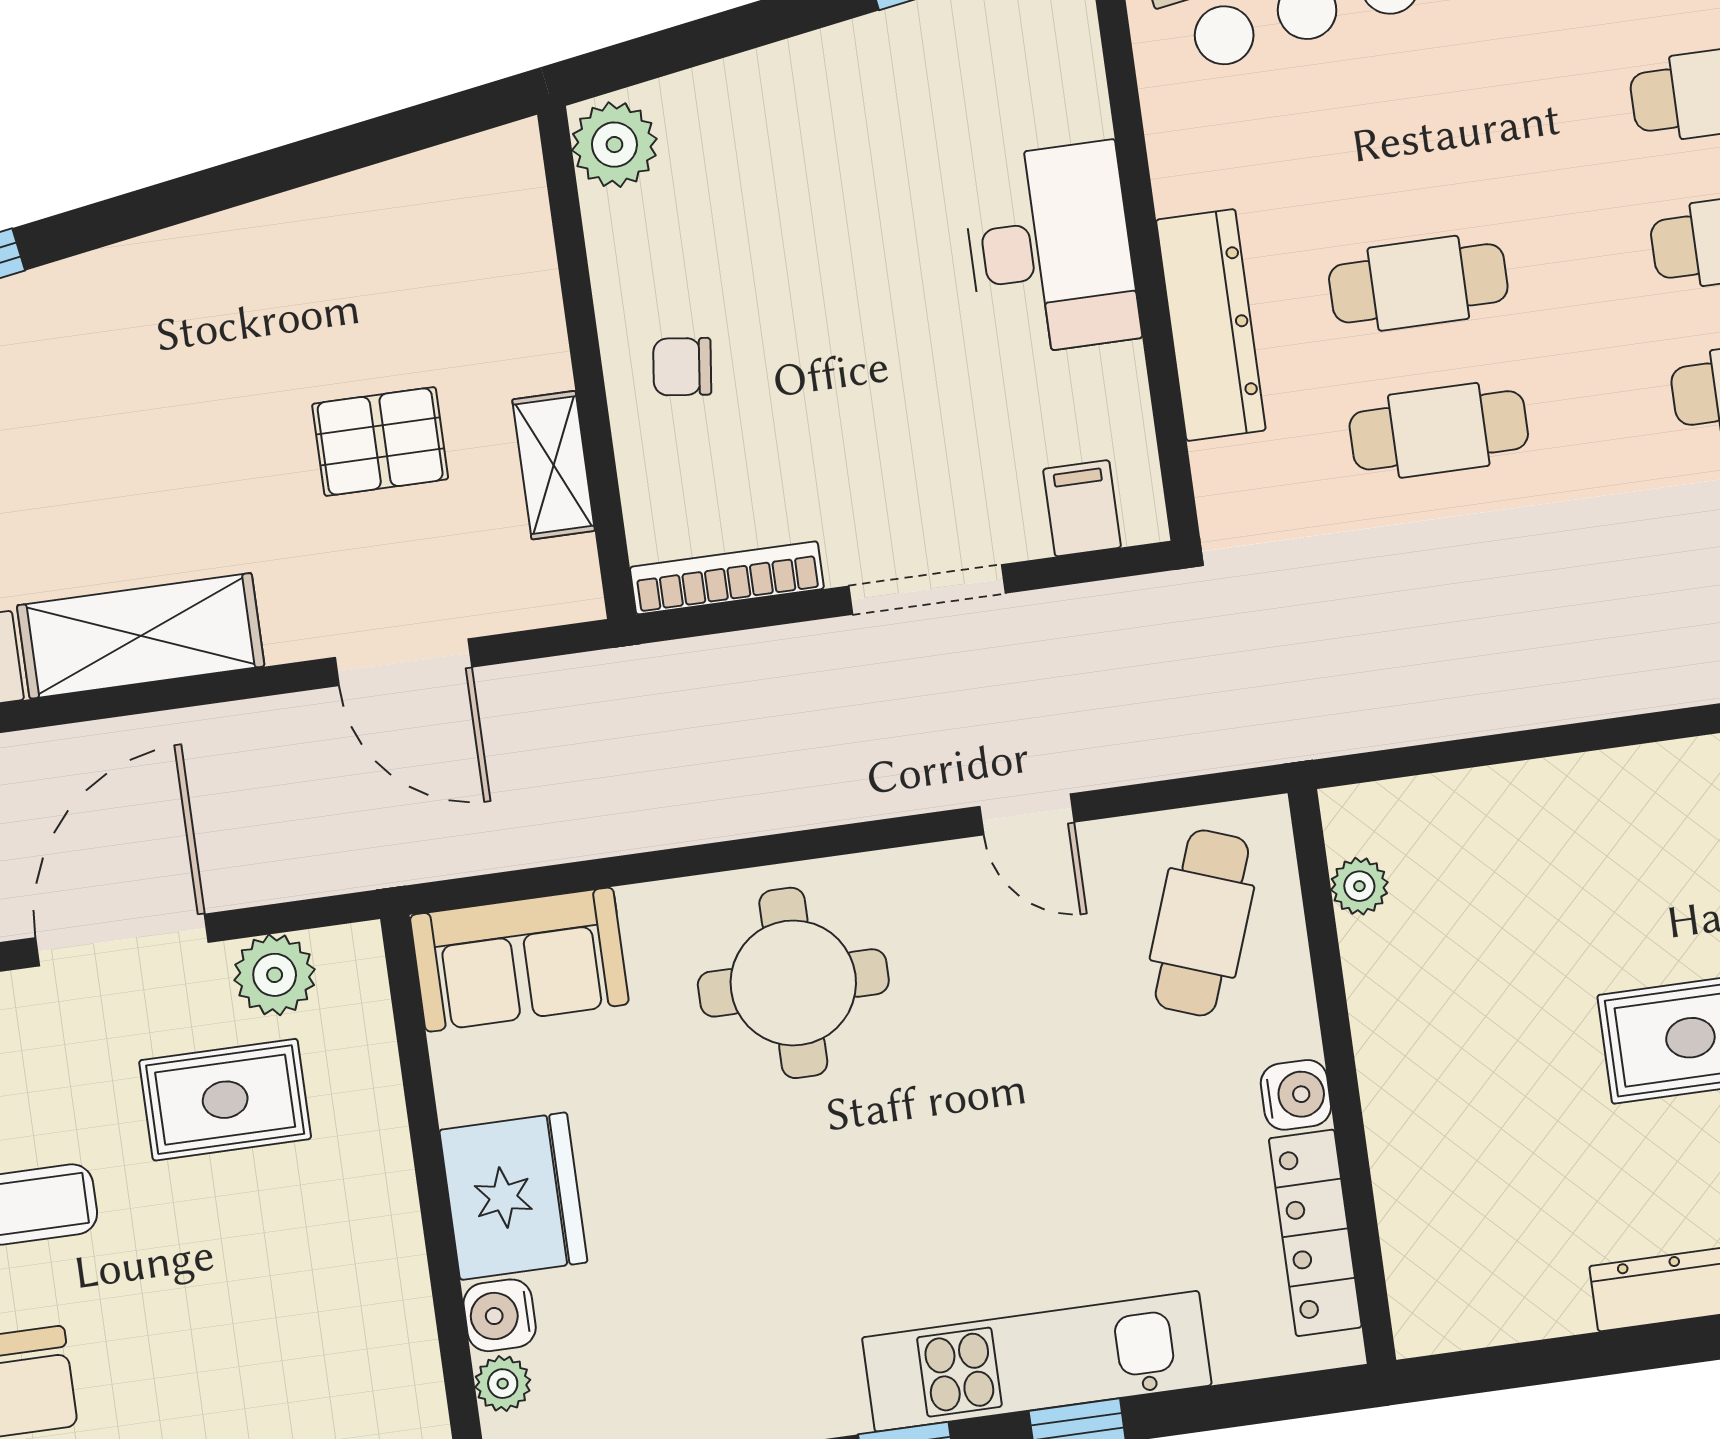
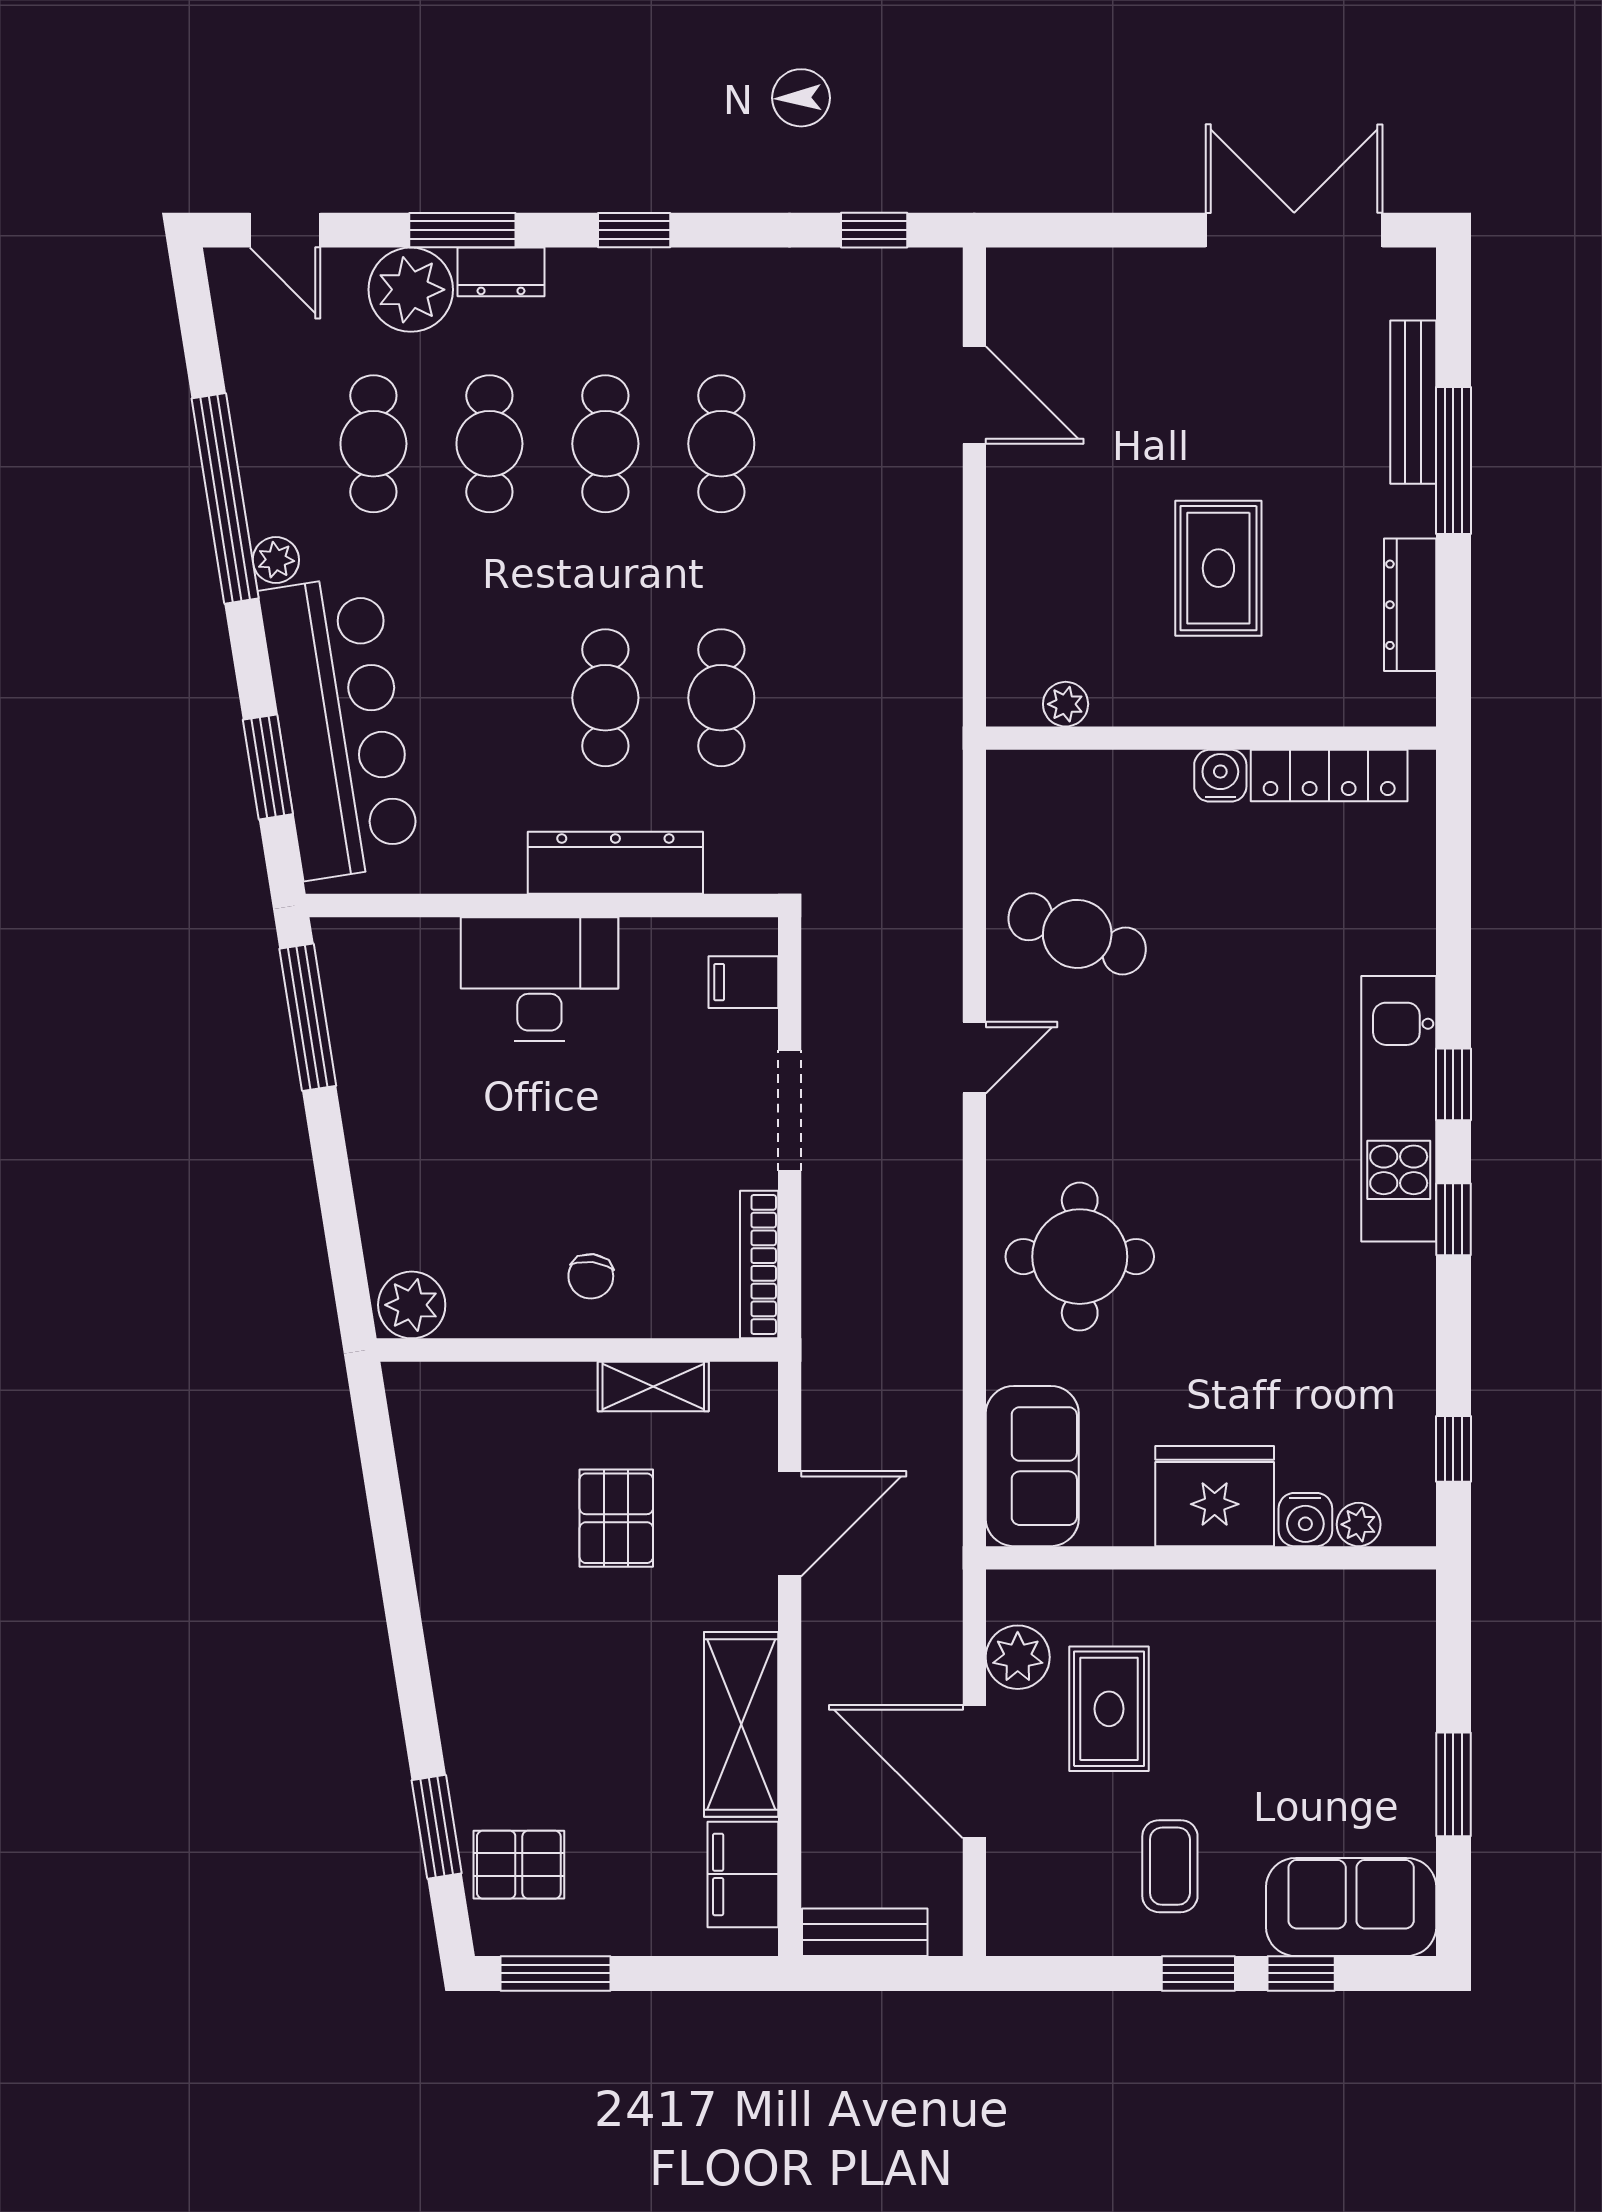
plant: (1359, 886) -> (1066, 704), moved
wall: (1342, 1076) -> (1211, 738), moved
water cooler: (1296, 1095) -> (1220, 776), moved
locker: (1315, 1233) -> (1329, 776), moved

